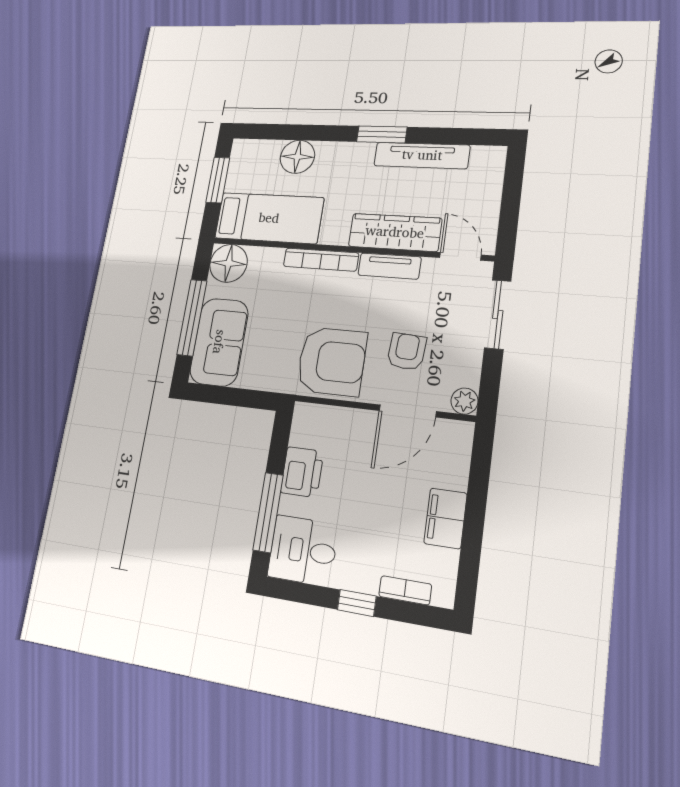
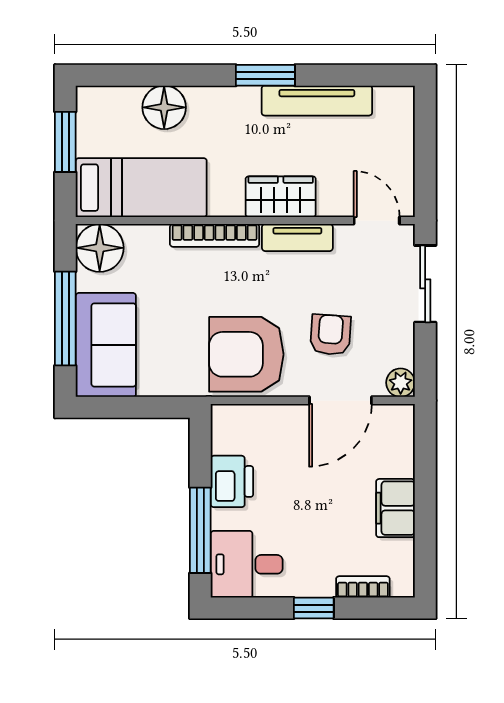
wardrobe: (395, 232) -> (281, 197), width x0.67
armchair: (332, 361) -> (246, 354), turned 180

